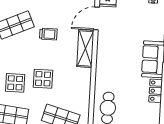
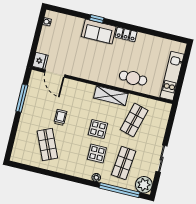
shelving: (85, 49) -> (111, 96), moved

